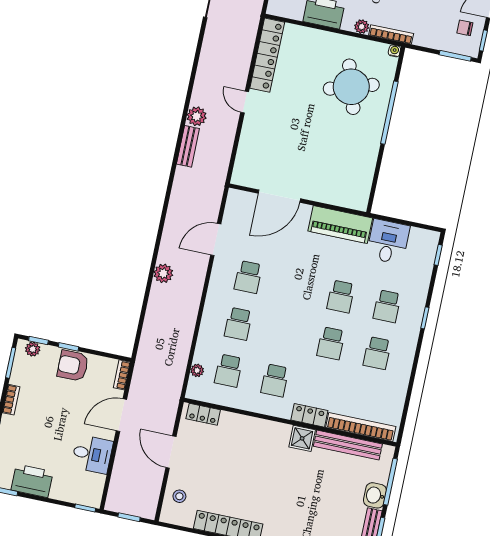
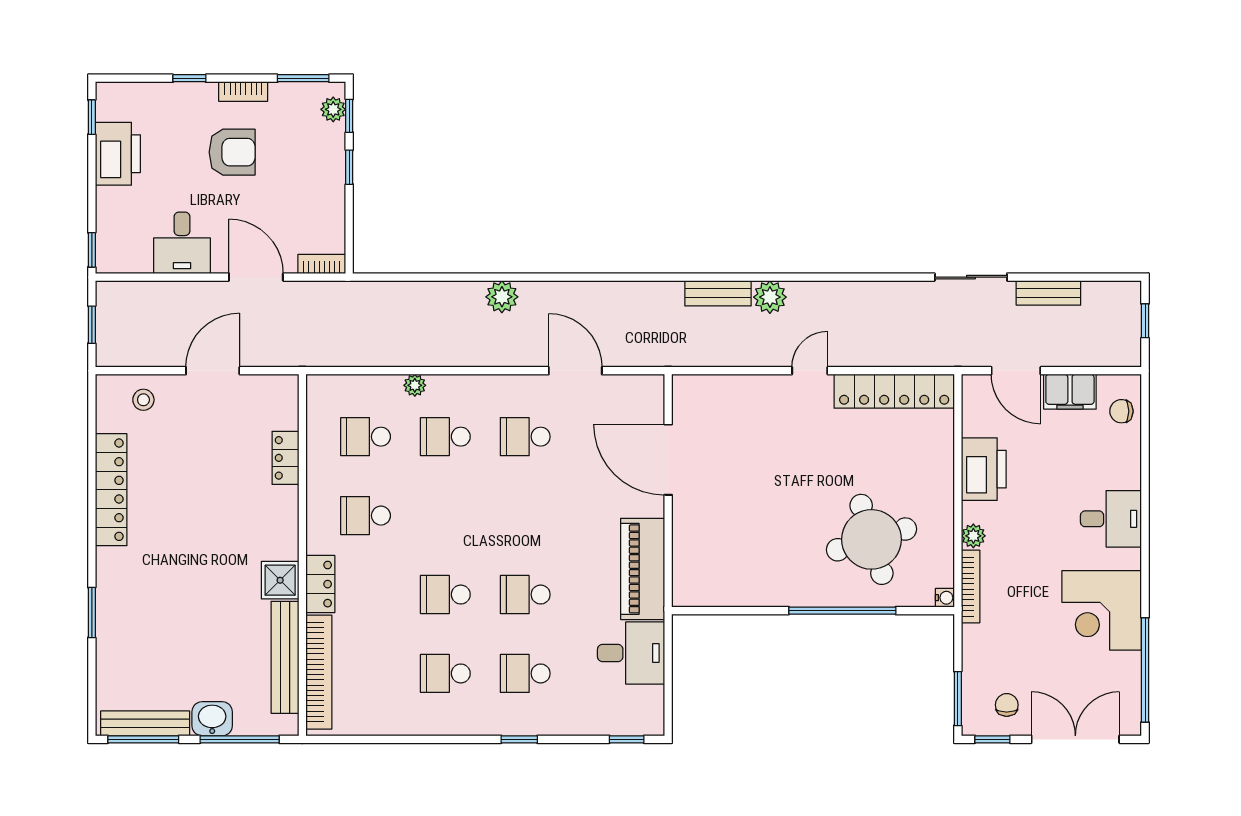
armchair: (73, 366) -> (232, 152), moved, turned 90
plant: (197, 370) -> (415, 385), moved
locker: (203, 414) -> (285, 458), moved

